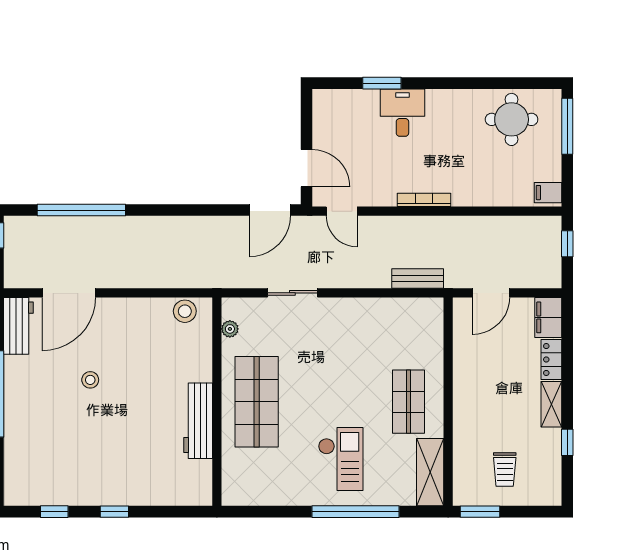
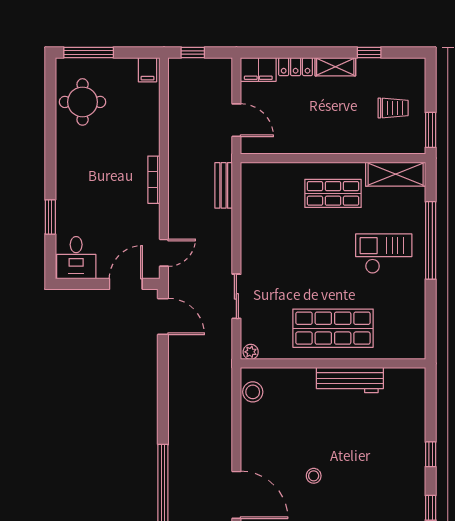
desk: (402, 113) -> (76, 258), moved, turned -90
plant: (230, 329) -> (251, 352), moved

